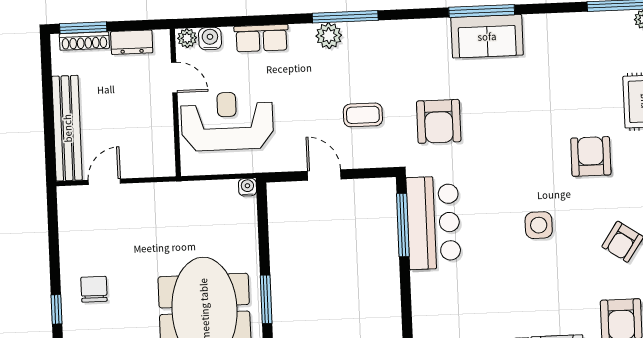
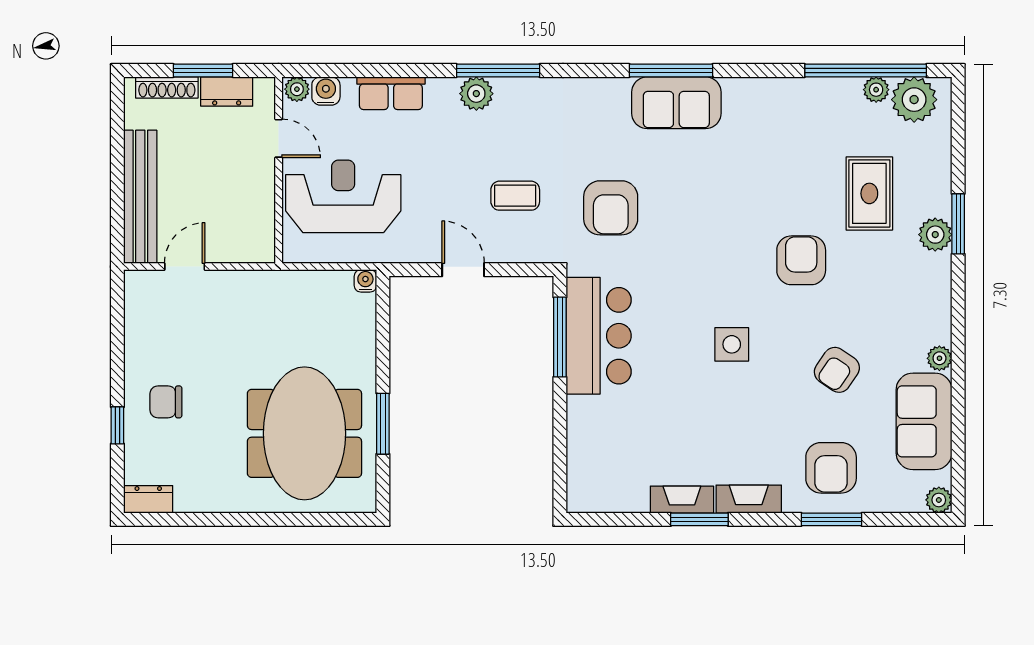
window: (83, 28) -> (203, 71), moved
chair: (94, 289) -> (166, 402), turned -90

